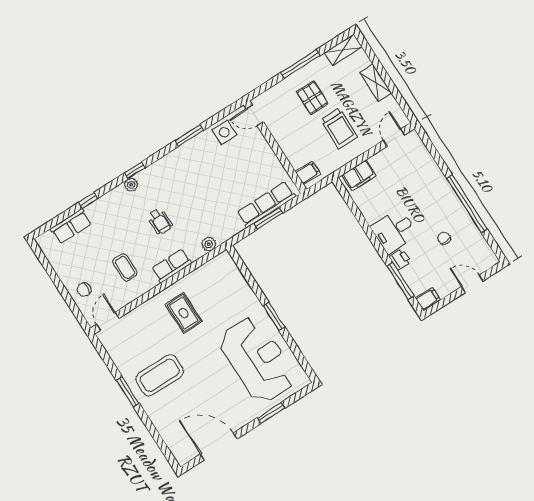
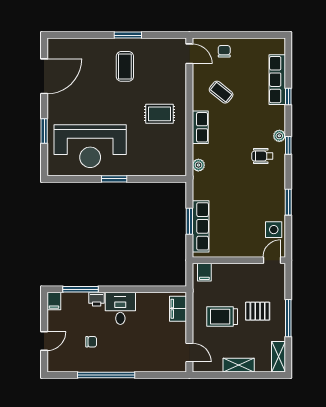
wheelchair: (160, 221) -> (262, 156), moved
row of seats: (71, 226) -> (277, 80), width x1.48
coffee table: (125, 267) -> (221, 92), turned 39
coffee table: (160, 375) -> (125, 66), width x0.73, depth x0.76

